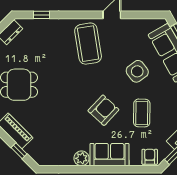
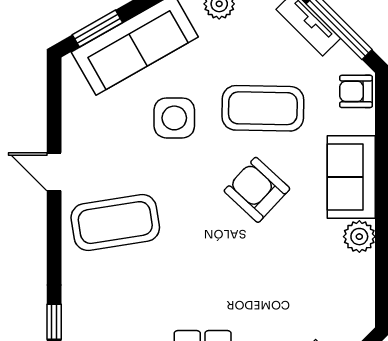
side table: (137, 71) -> (174, 118), turned 37
coffee table: (142, 113) -> (263, 108), width x1.36, depth x1.32

